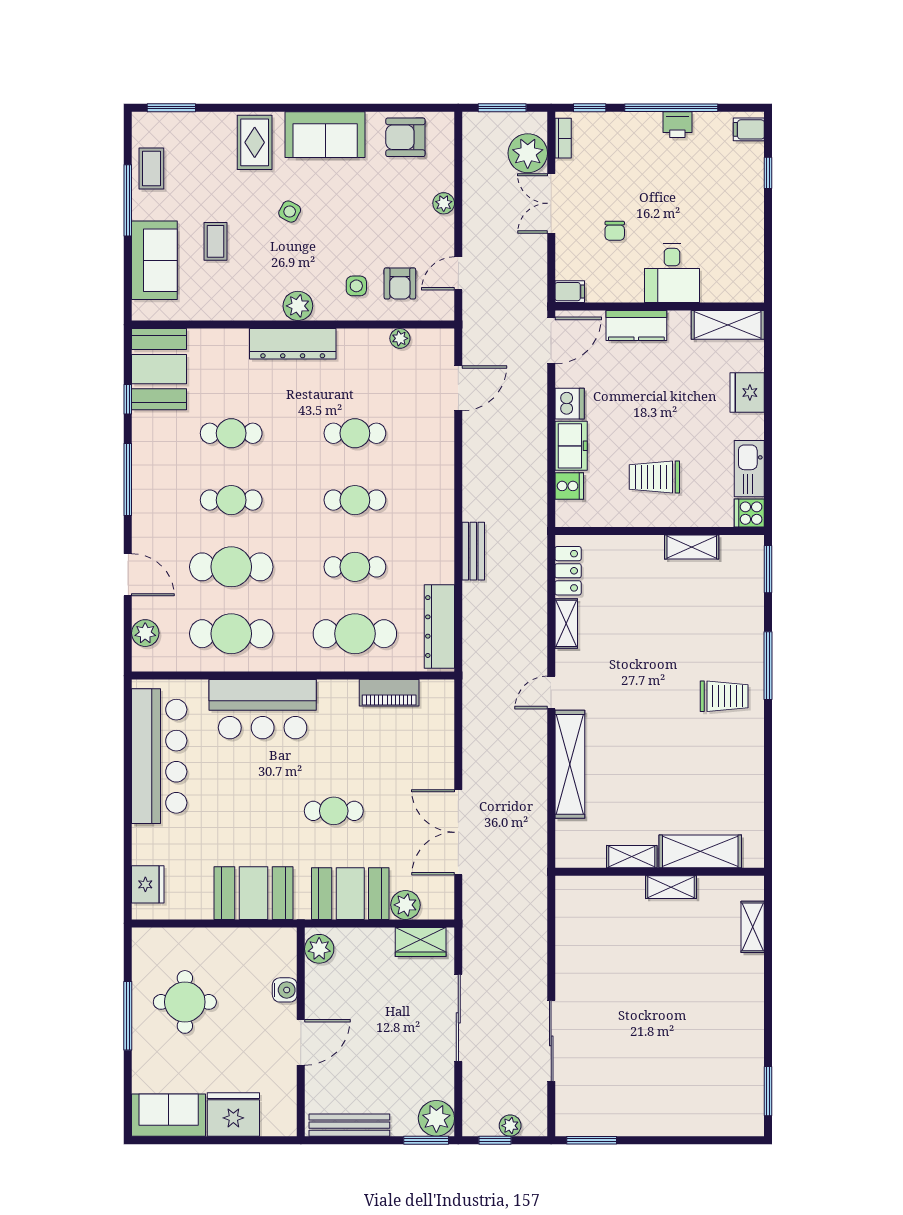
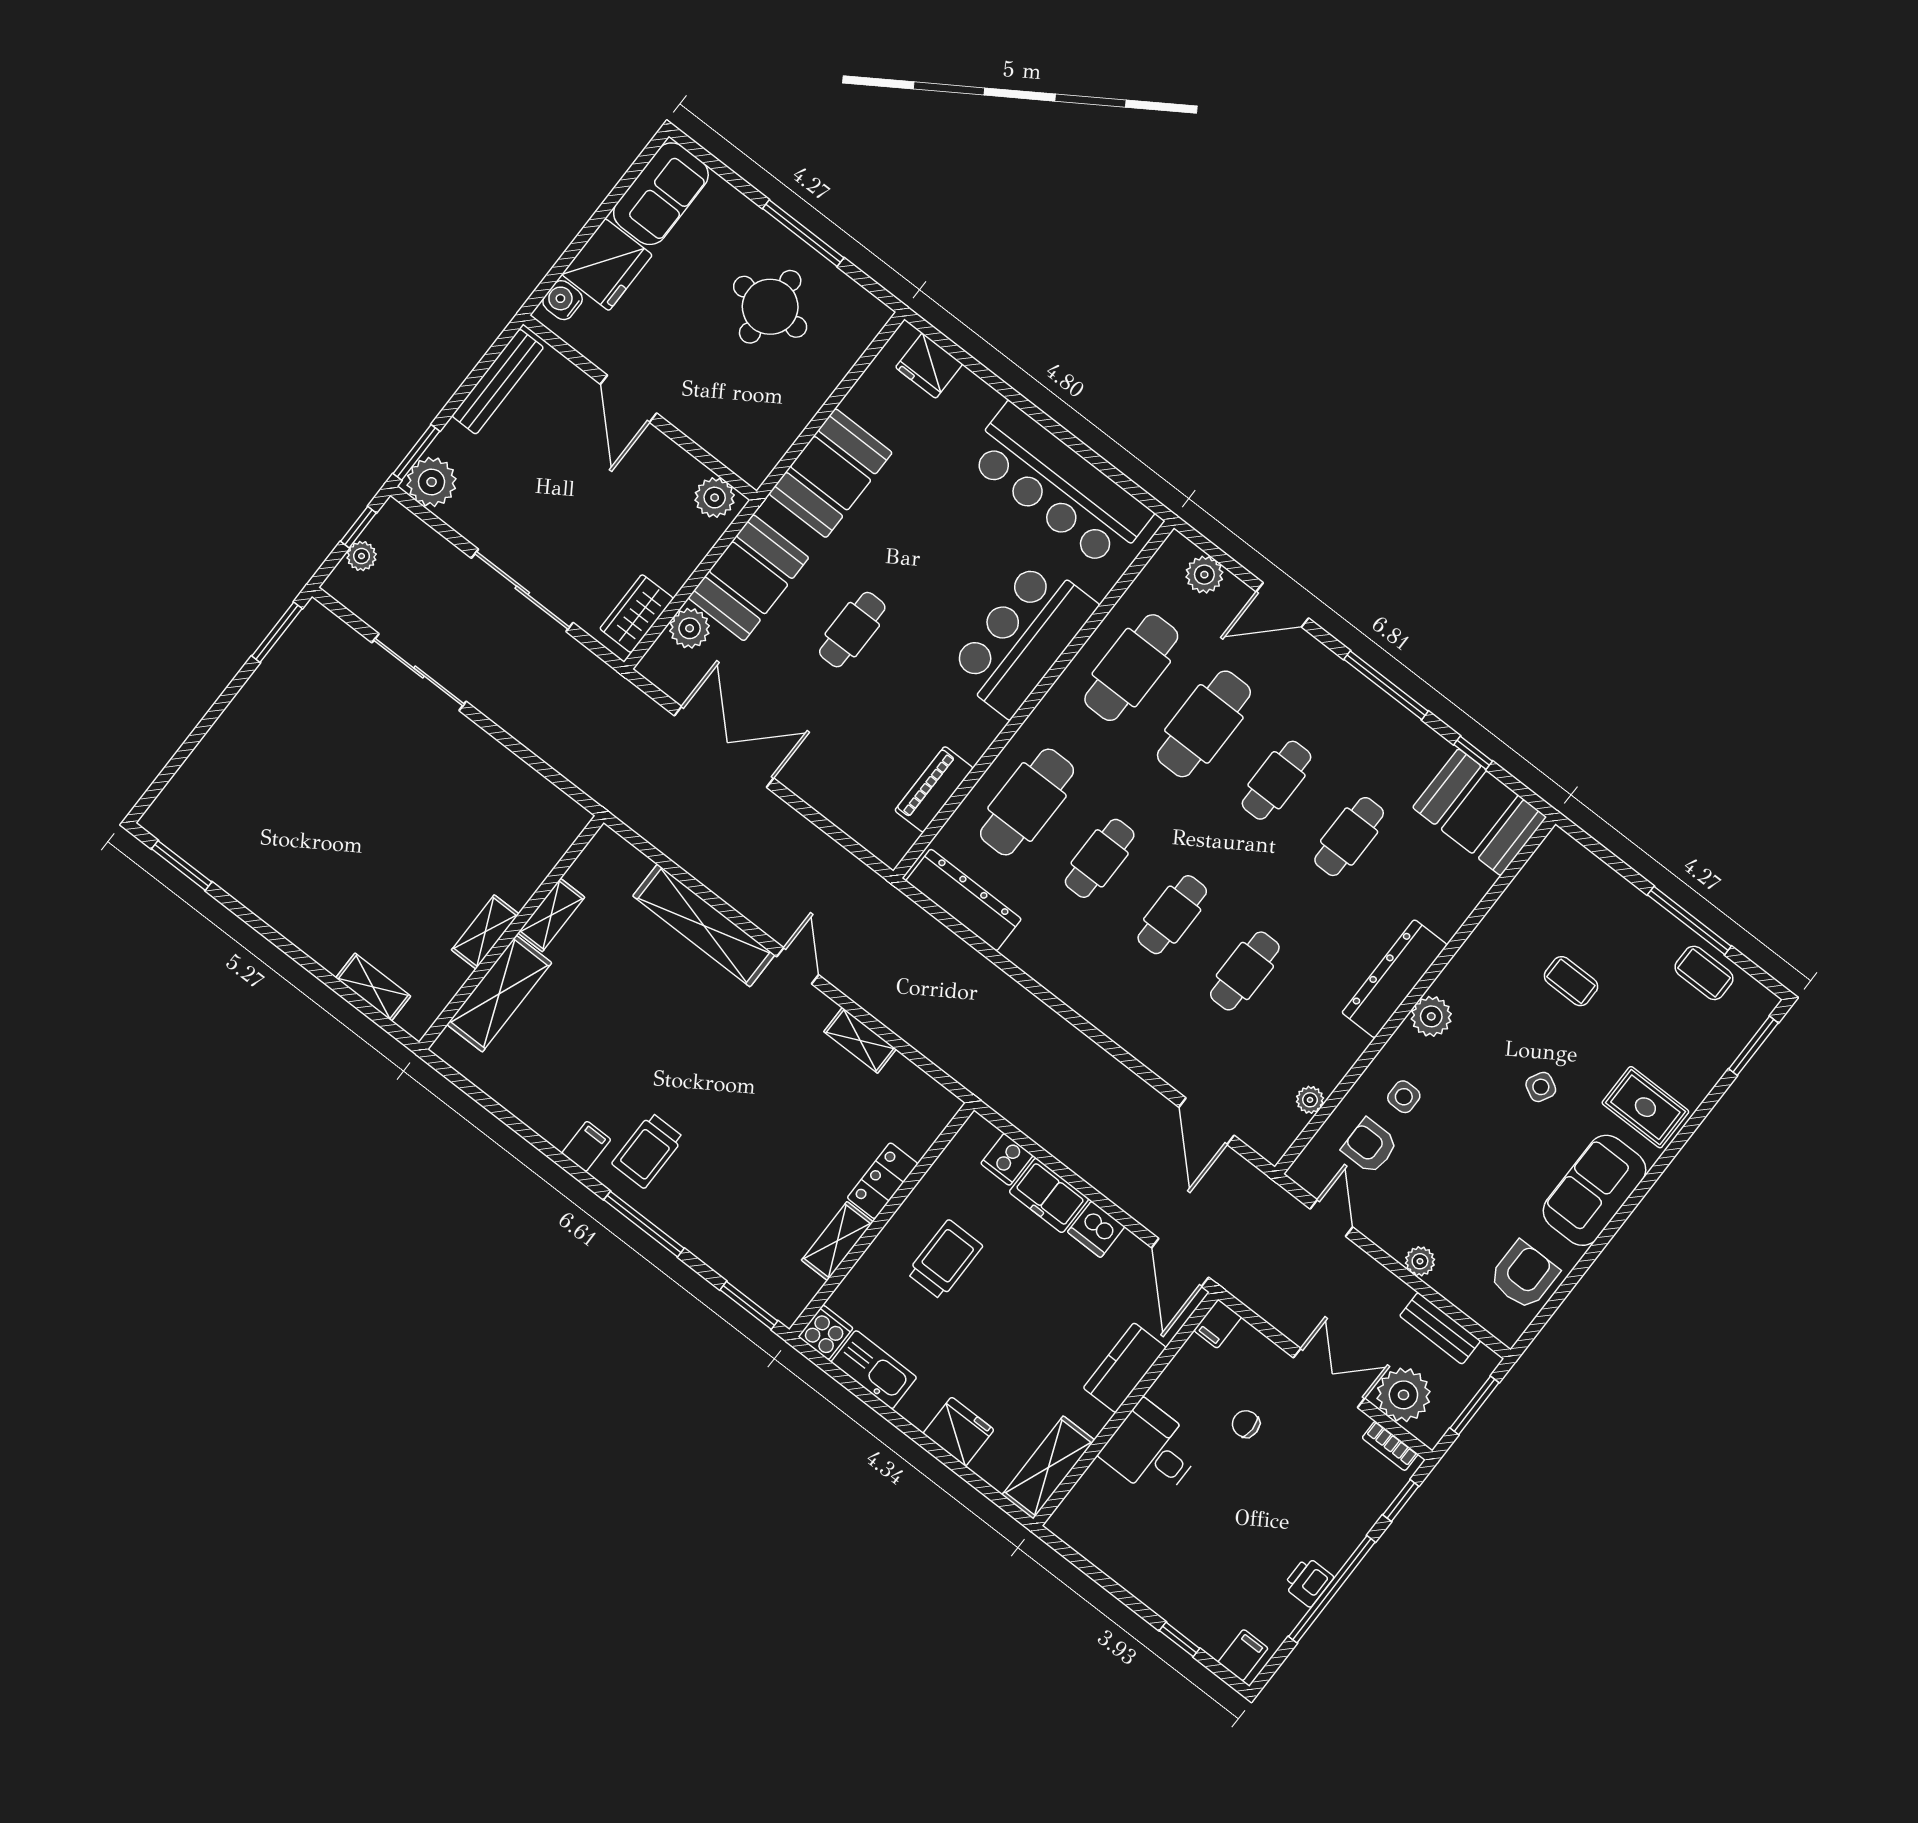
sofa: (154, 260) -> (1602, 899), removed
bench: (473, 551) -> (1440, 1328), moved
locker: (568, 571) -> (883, 1181), moved, turned 90
filing cabinet: (749, 733) -> (586, 1146), added
water cooler: (285, 990) -> (563, 300), moved, turned 90

